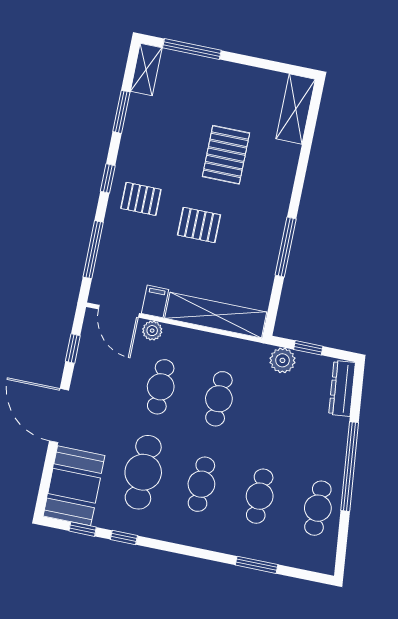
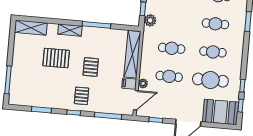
shelving: (146, 70) -> (70, 30), moved

